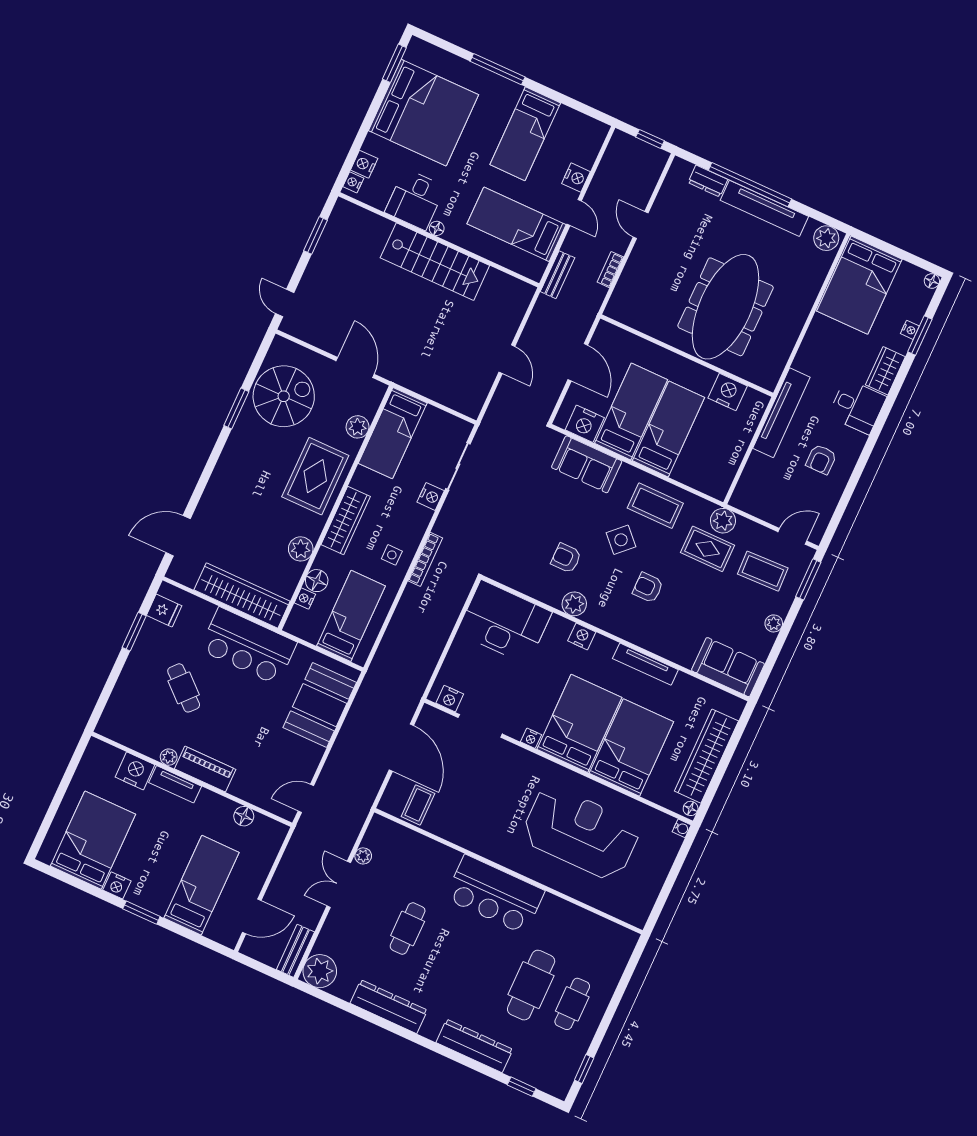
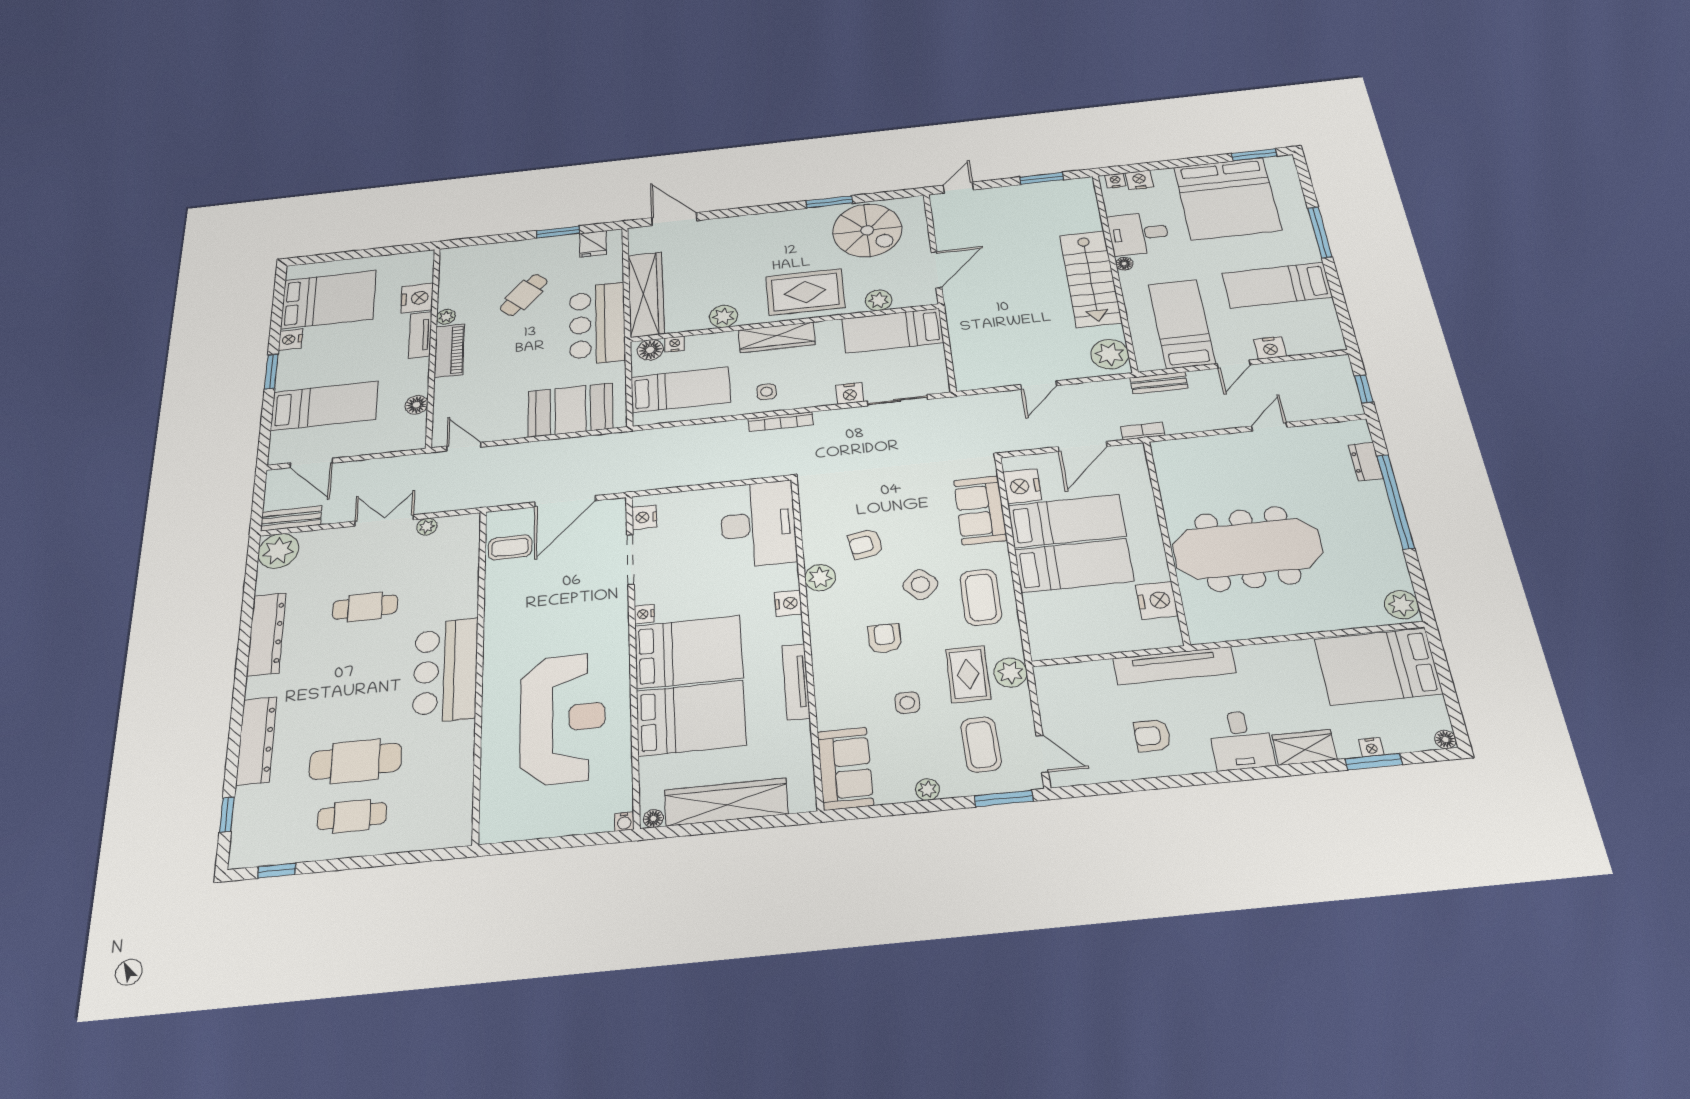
tv unit: (764, 208) -> (1382, 528), removed
bookcase: (610, 270) -> (1143, 431), moved
plant: (511, 292) -> (1110, 354), added
armchair: (566, 558) -> (866, 544), turned -100
floor lamp: (317, 581) -> (650, 350), moved
side table: (705, 600) -> (907, 703), added

